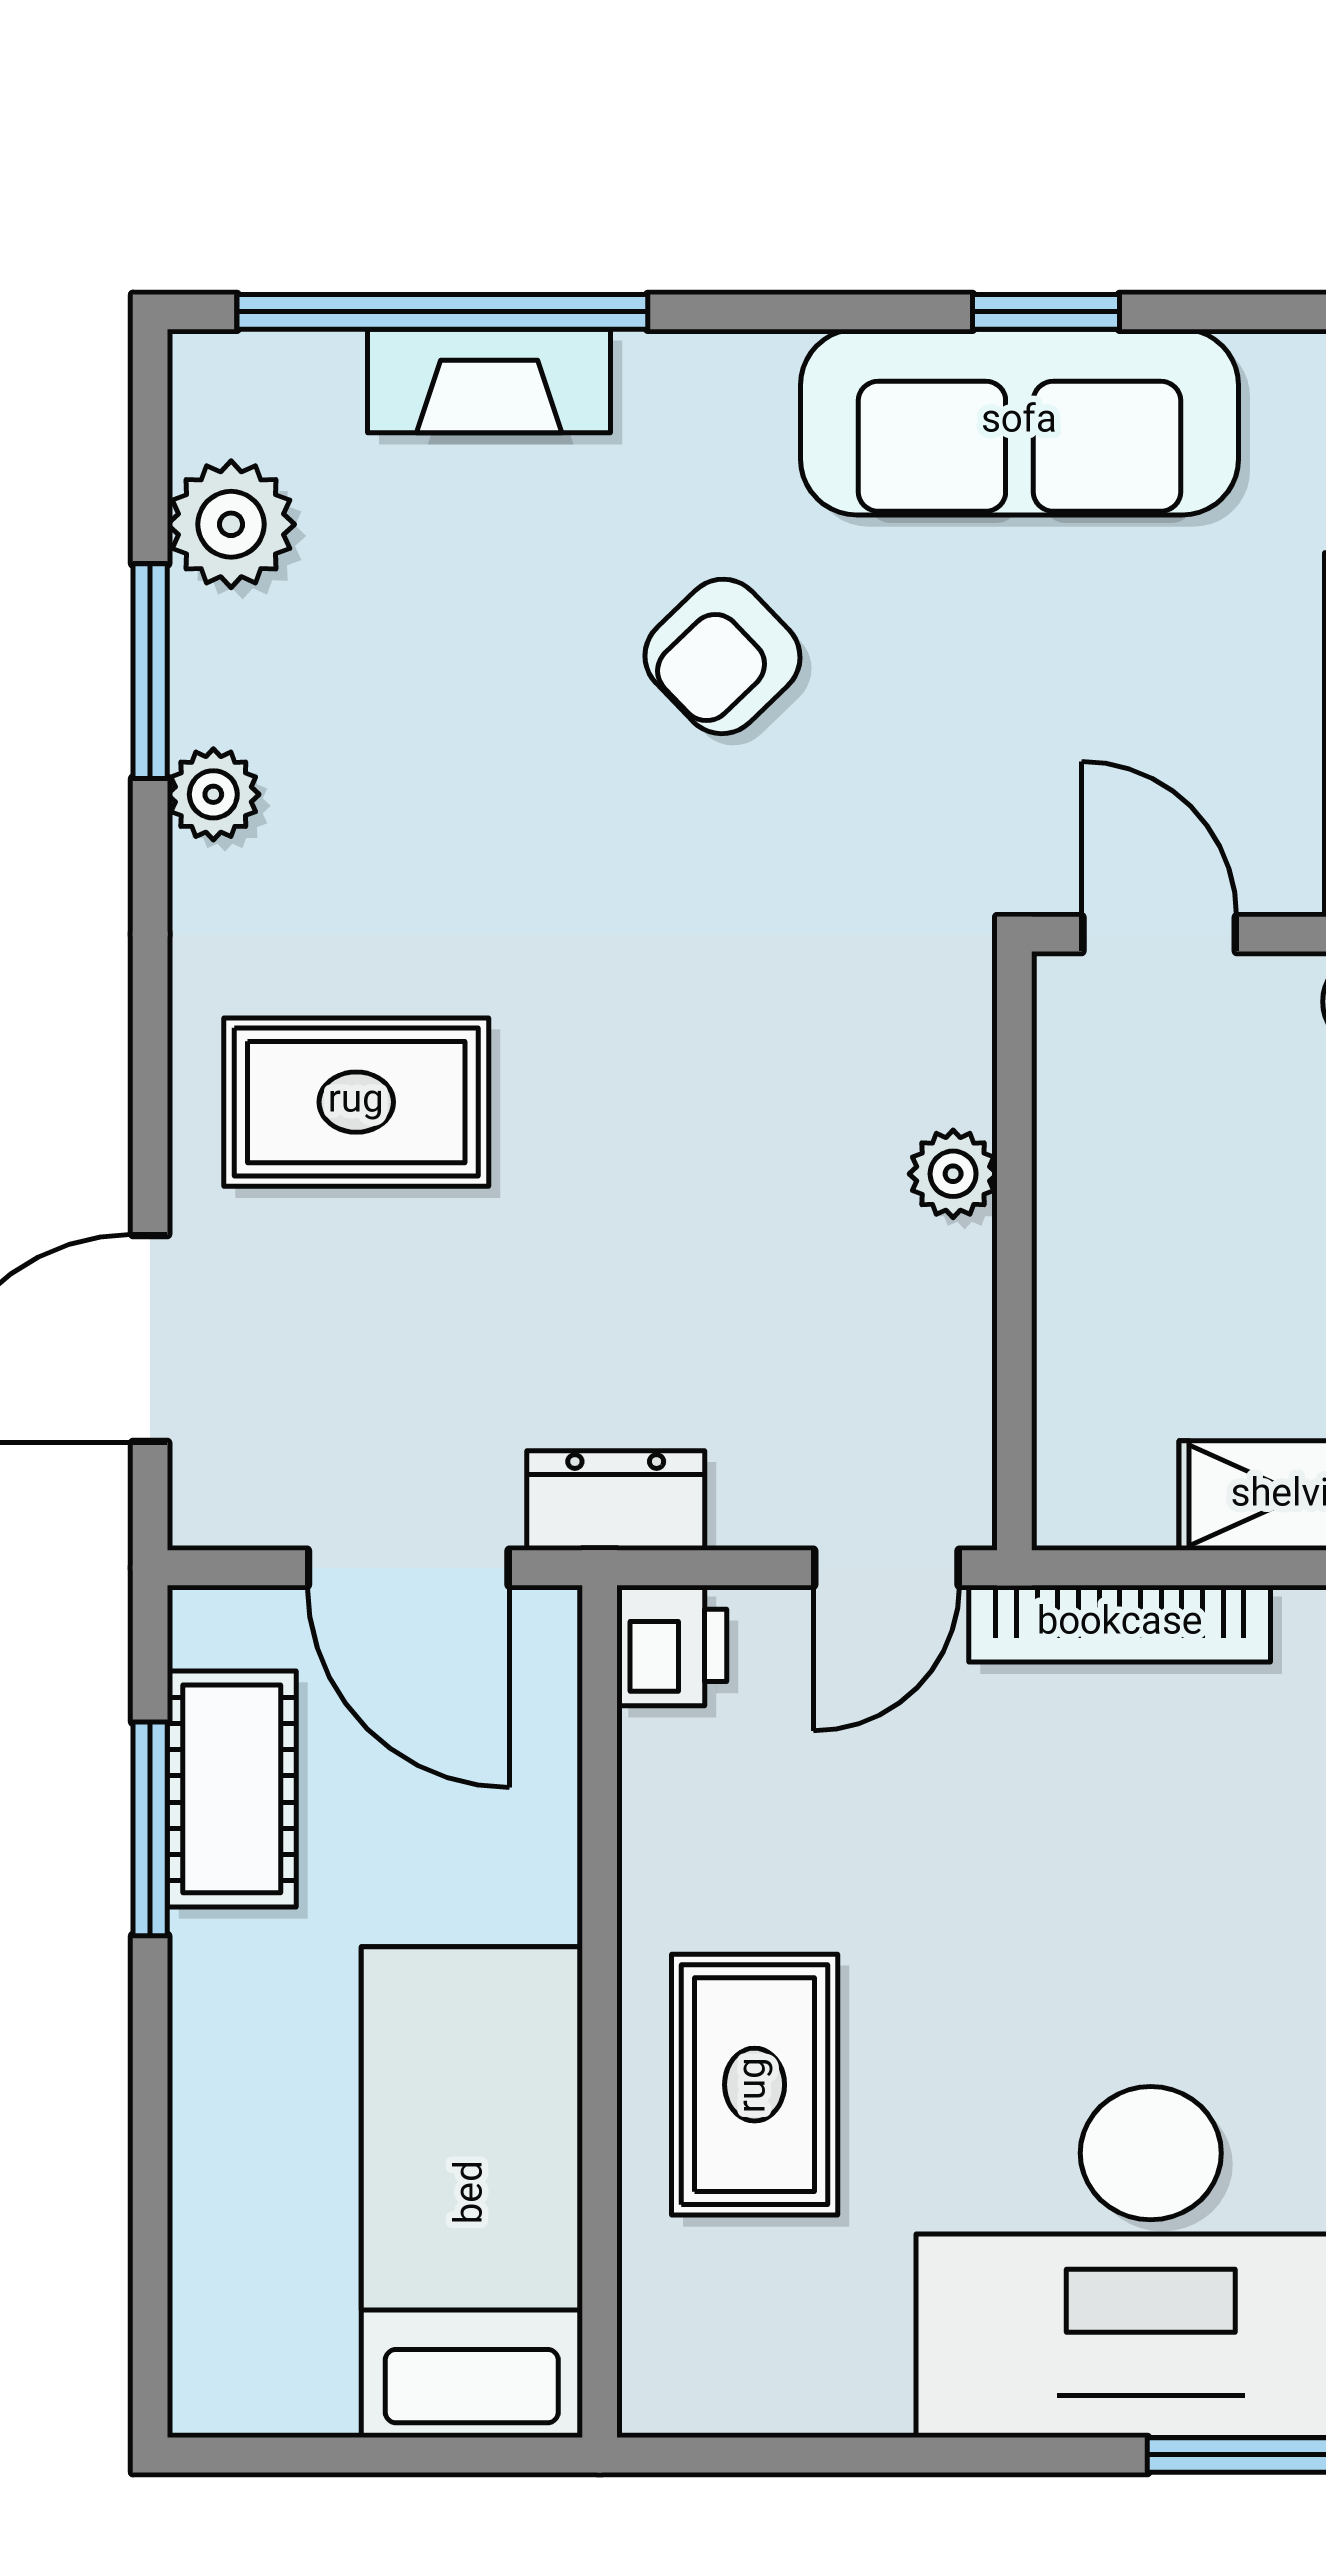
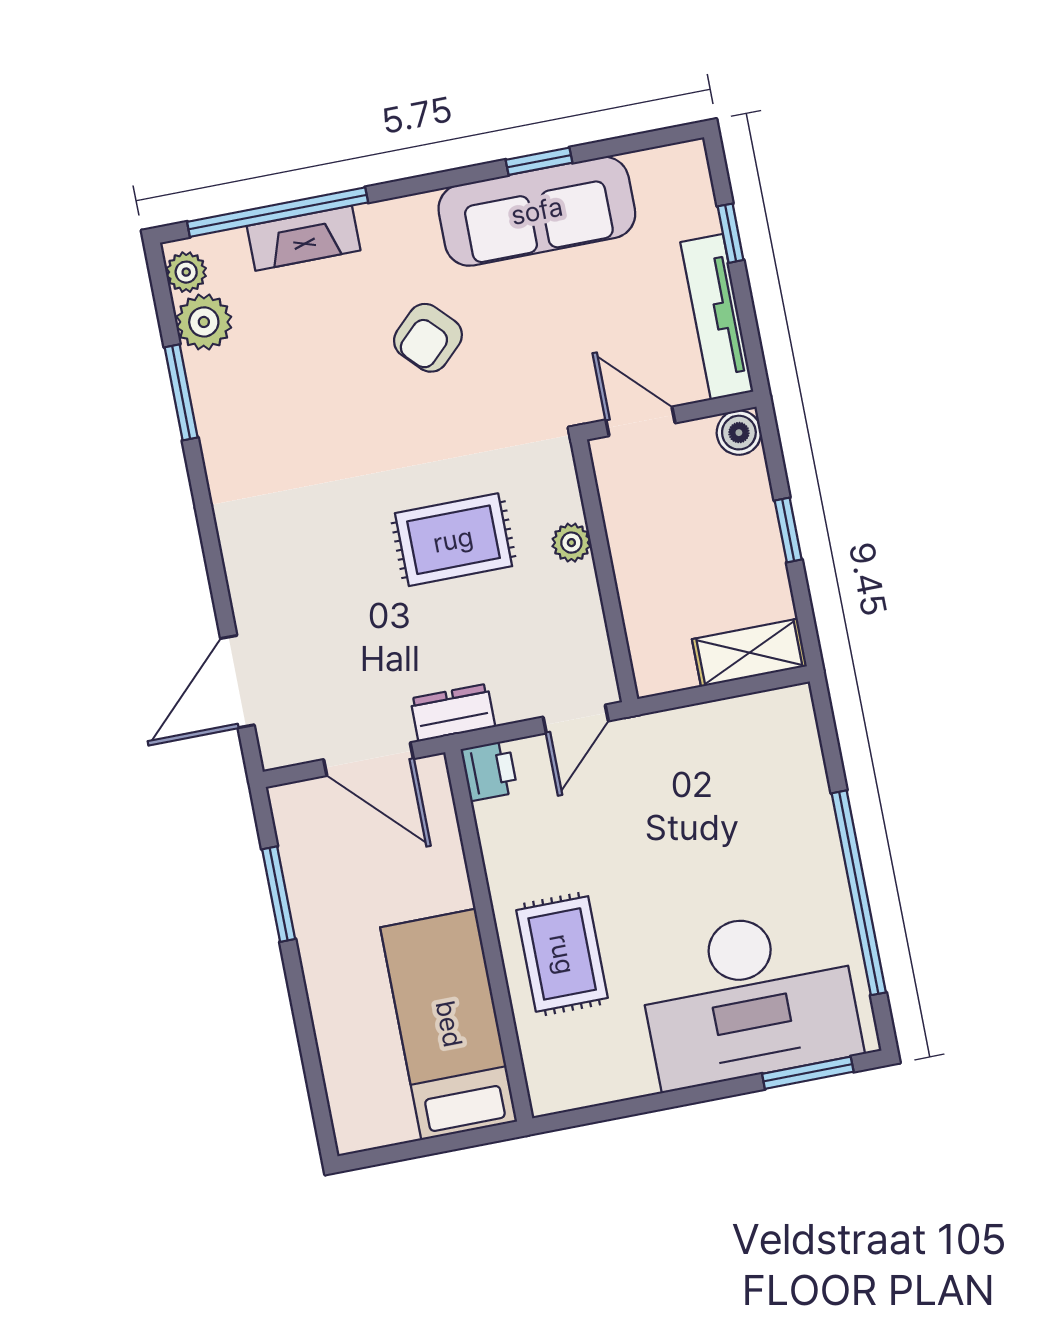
plant: (213, 794) -> (186, 272), moved
rug: (356, 1102) -> (453, 540), moved
bookcase: (1120, 1624) -> (682, 723), removed
cot: (232, 1789) -> (311, 870), removed

